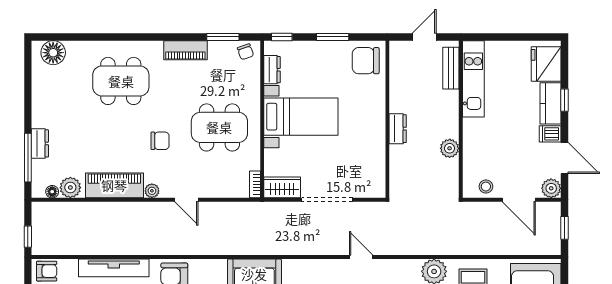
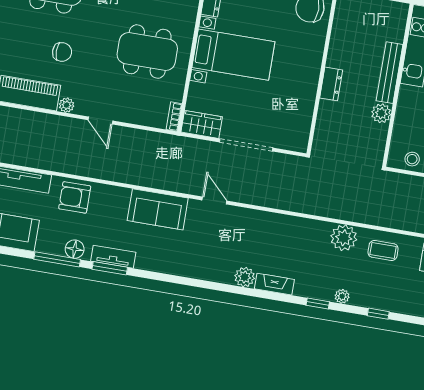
bench: (451, 68) -> (390, 73), moved, width x1.36
chair: (160, 141) -> (62, 52), moved
door: (361, 257) -> (214, 200), moved

